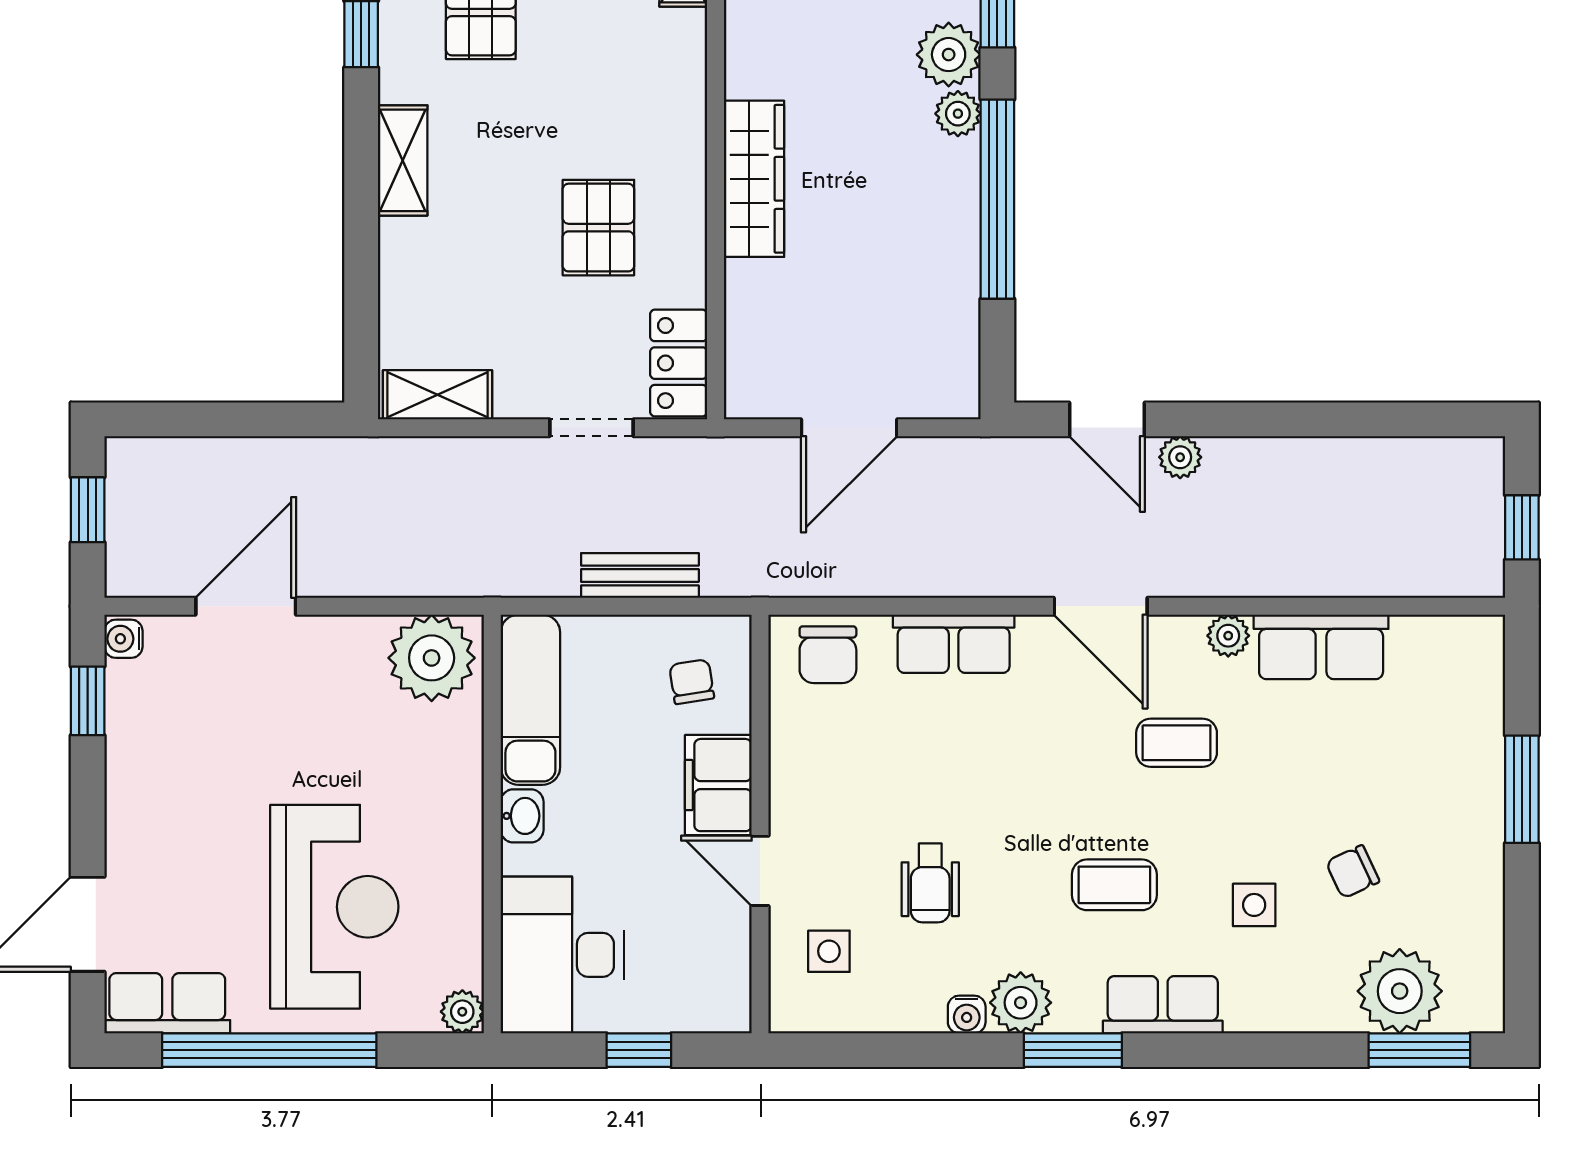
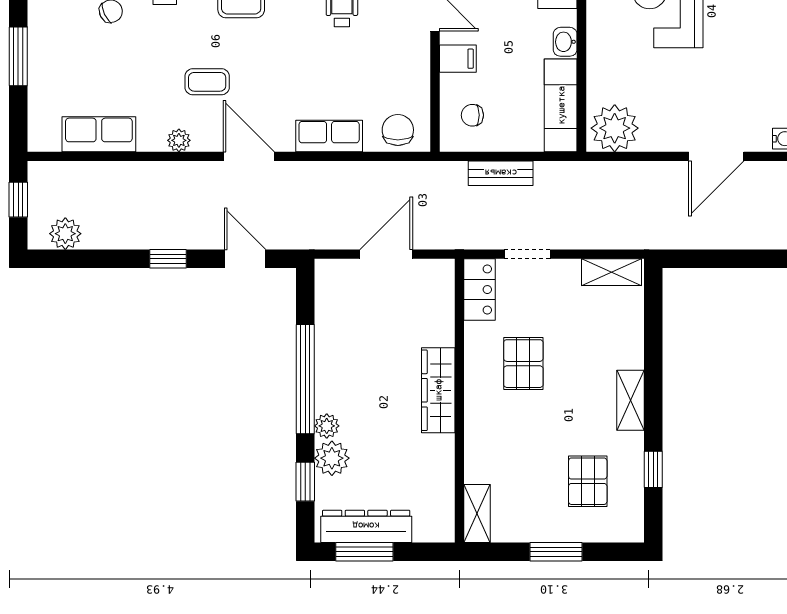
window: (1248, 419) -> (168, 259), added
plant: (1180, 457) -> (65, 234), moved, width x1.38, depth x1.38
row of seats: (1321, 647) -> (99, 134), moved
chair: (692, 682) -> (472, 115), turned 99
filing cabinet: (718, 785) -> (458, 59), width x0.50

